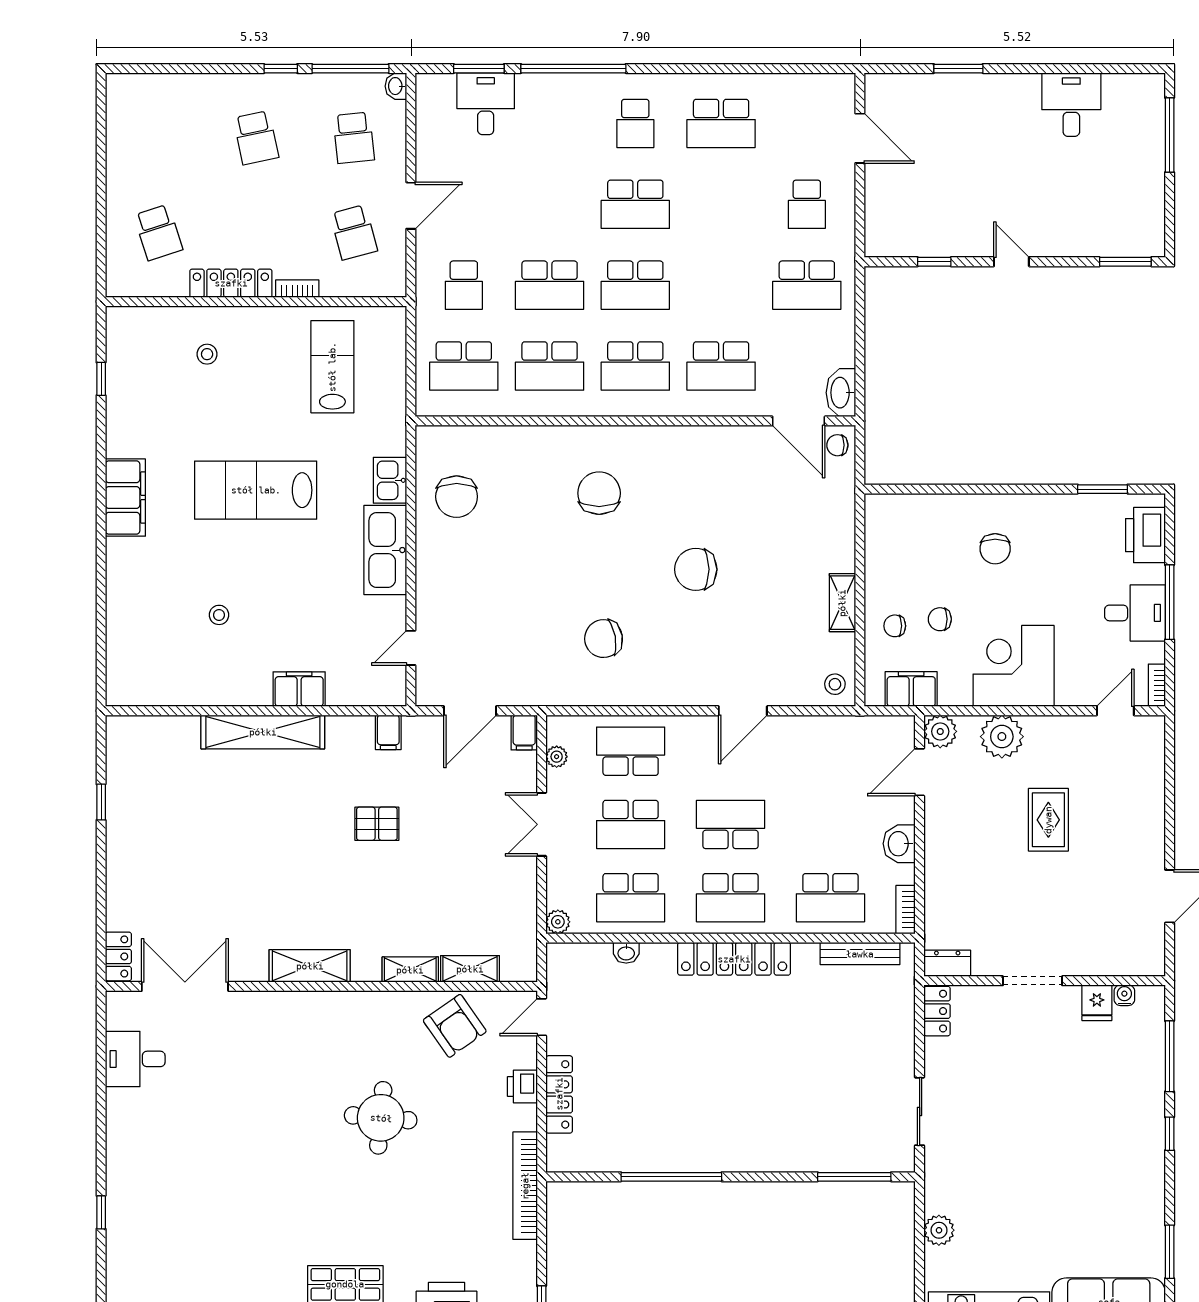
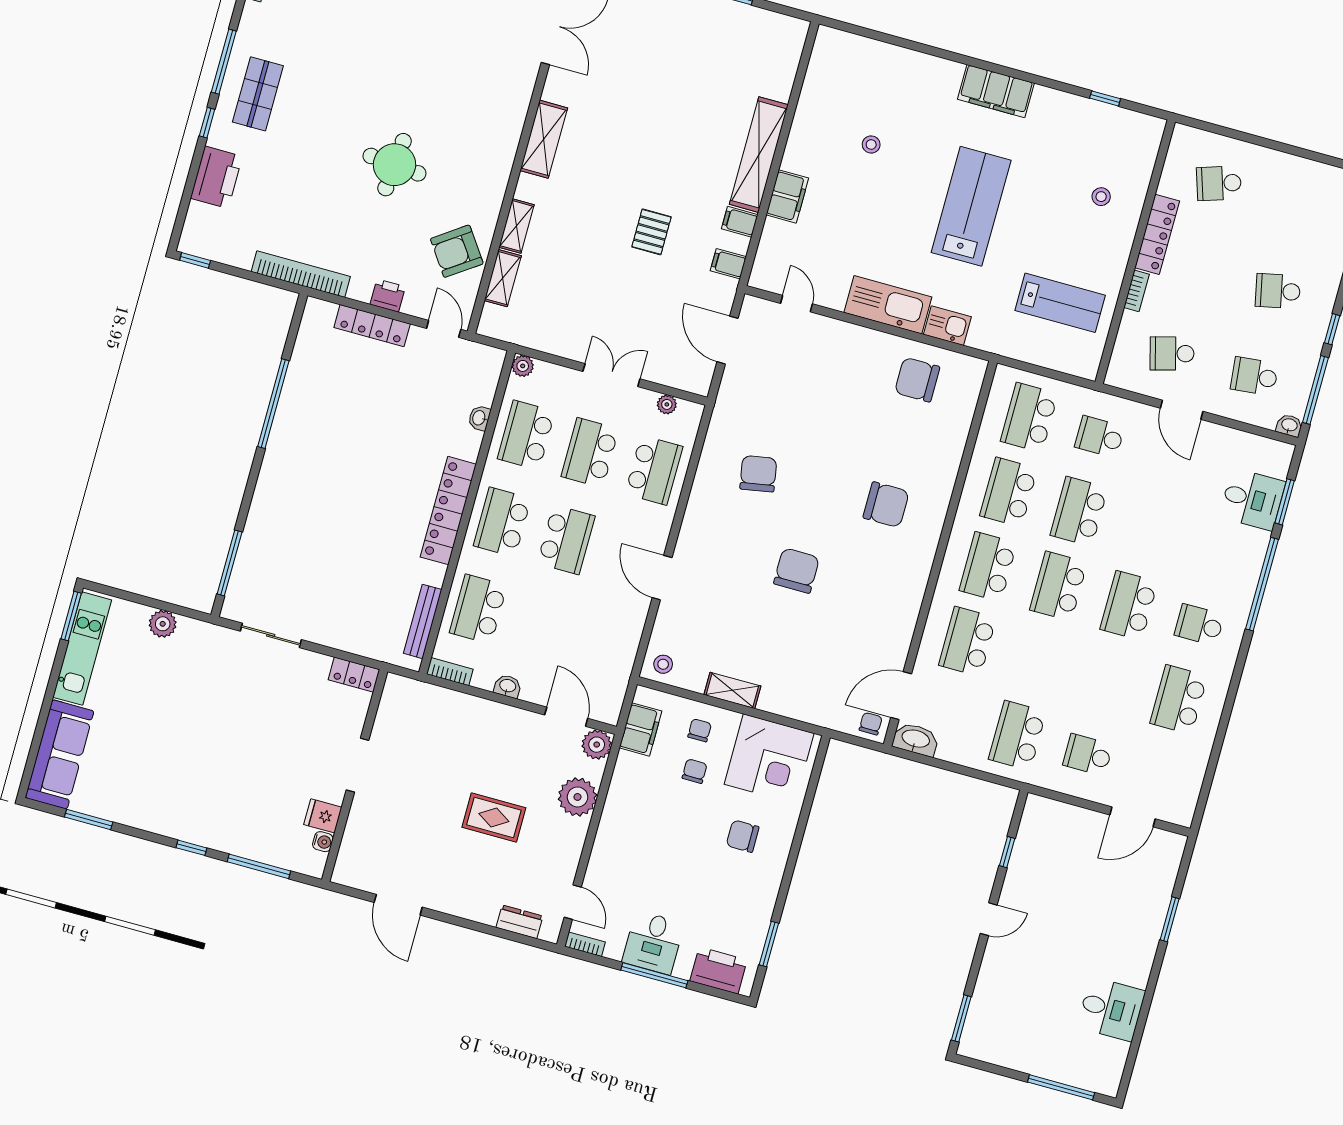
corner desk: (1014, 666) -> (769, 759), moved, turned 90
filing cabinet: (524, 732) -> (740, 222), moved
washbasin: (899, 844) -> (508, 686), width x0.72, depth x0.69
dresser: (947, 963) -> (519, 922), moved, turned -90

